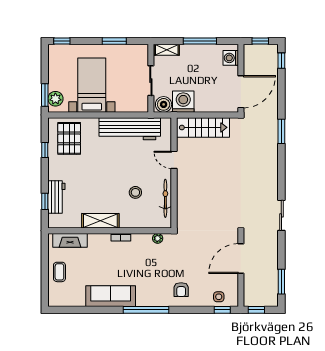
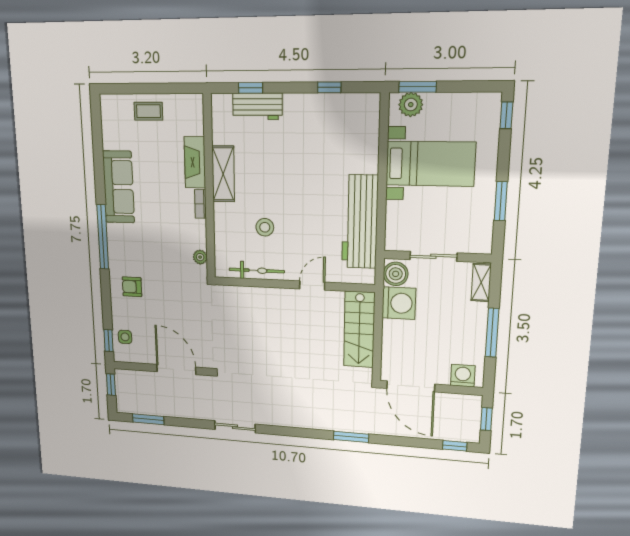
pallet: (69, 138) -> (347, 127), removed
fireplace: (70, 240) -> (195, 162), moved

